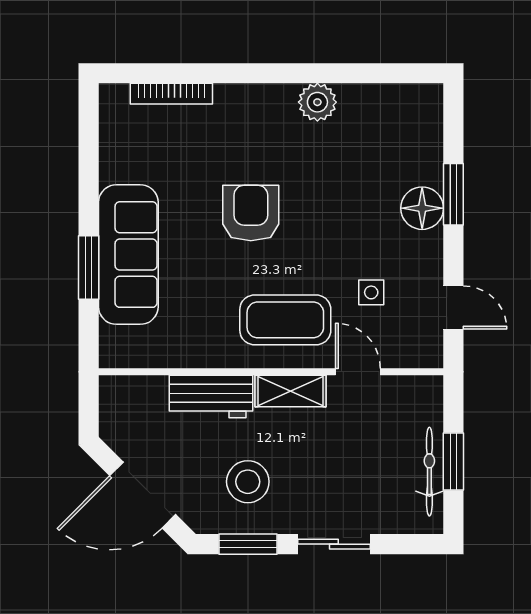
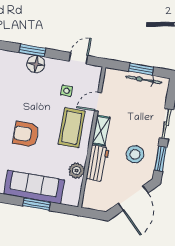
plant: (185, 349) -> (77, 171), added

